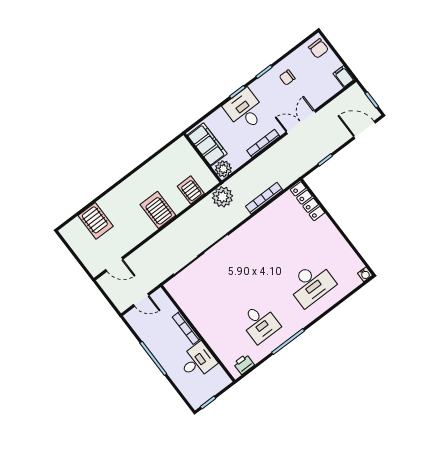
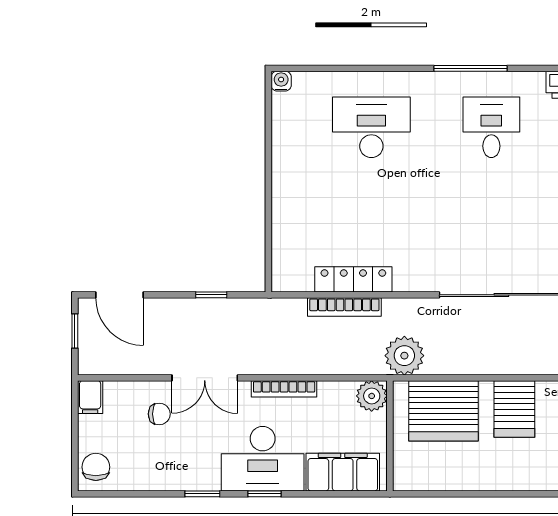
chair: (287, 78) -> (159, 414), moved
desk: (245, 110) -> (263, 459), width x1.37
filing cabinet: (207, 144) -> (343, 472), moved, turned 90
server rack: (191, 190) -> (443, 411), width x2.18, depth x1.44
locker: (307, 201) -> (353, 279), moved, turned -90

